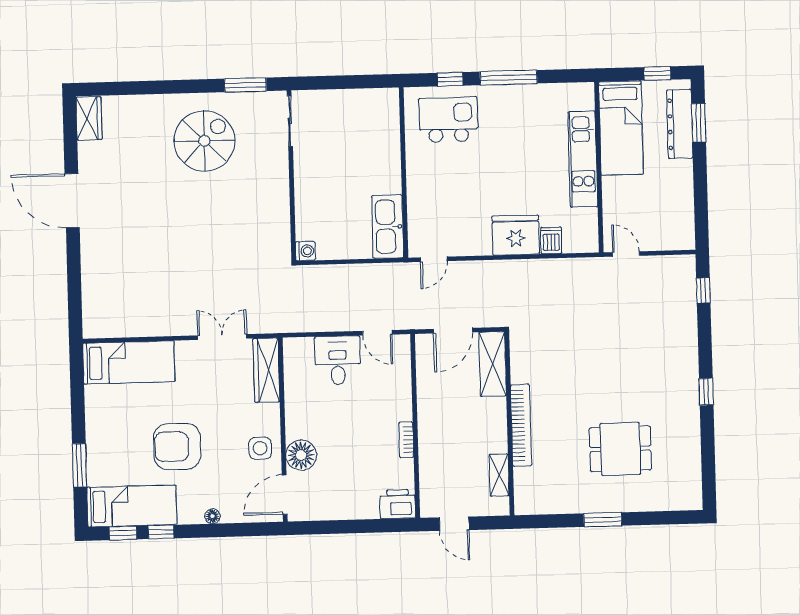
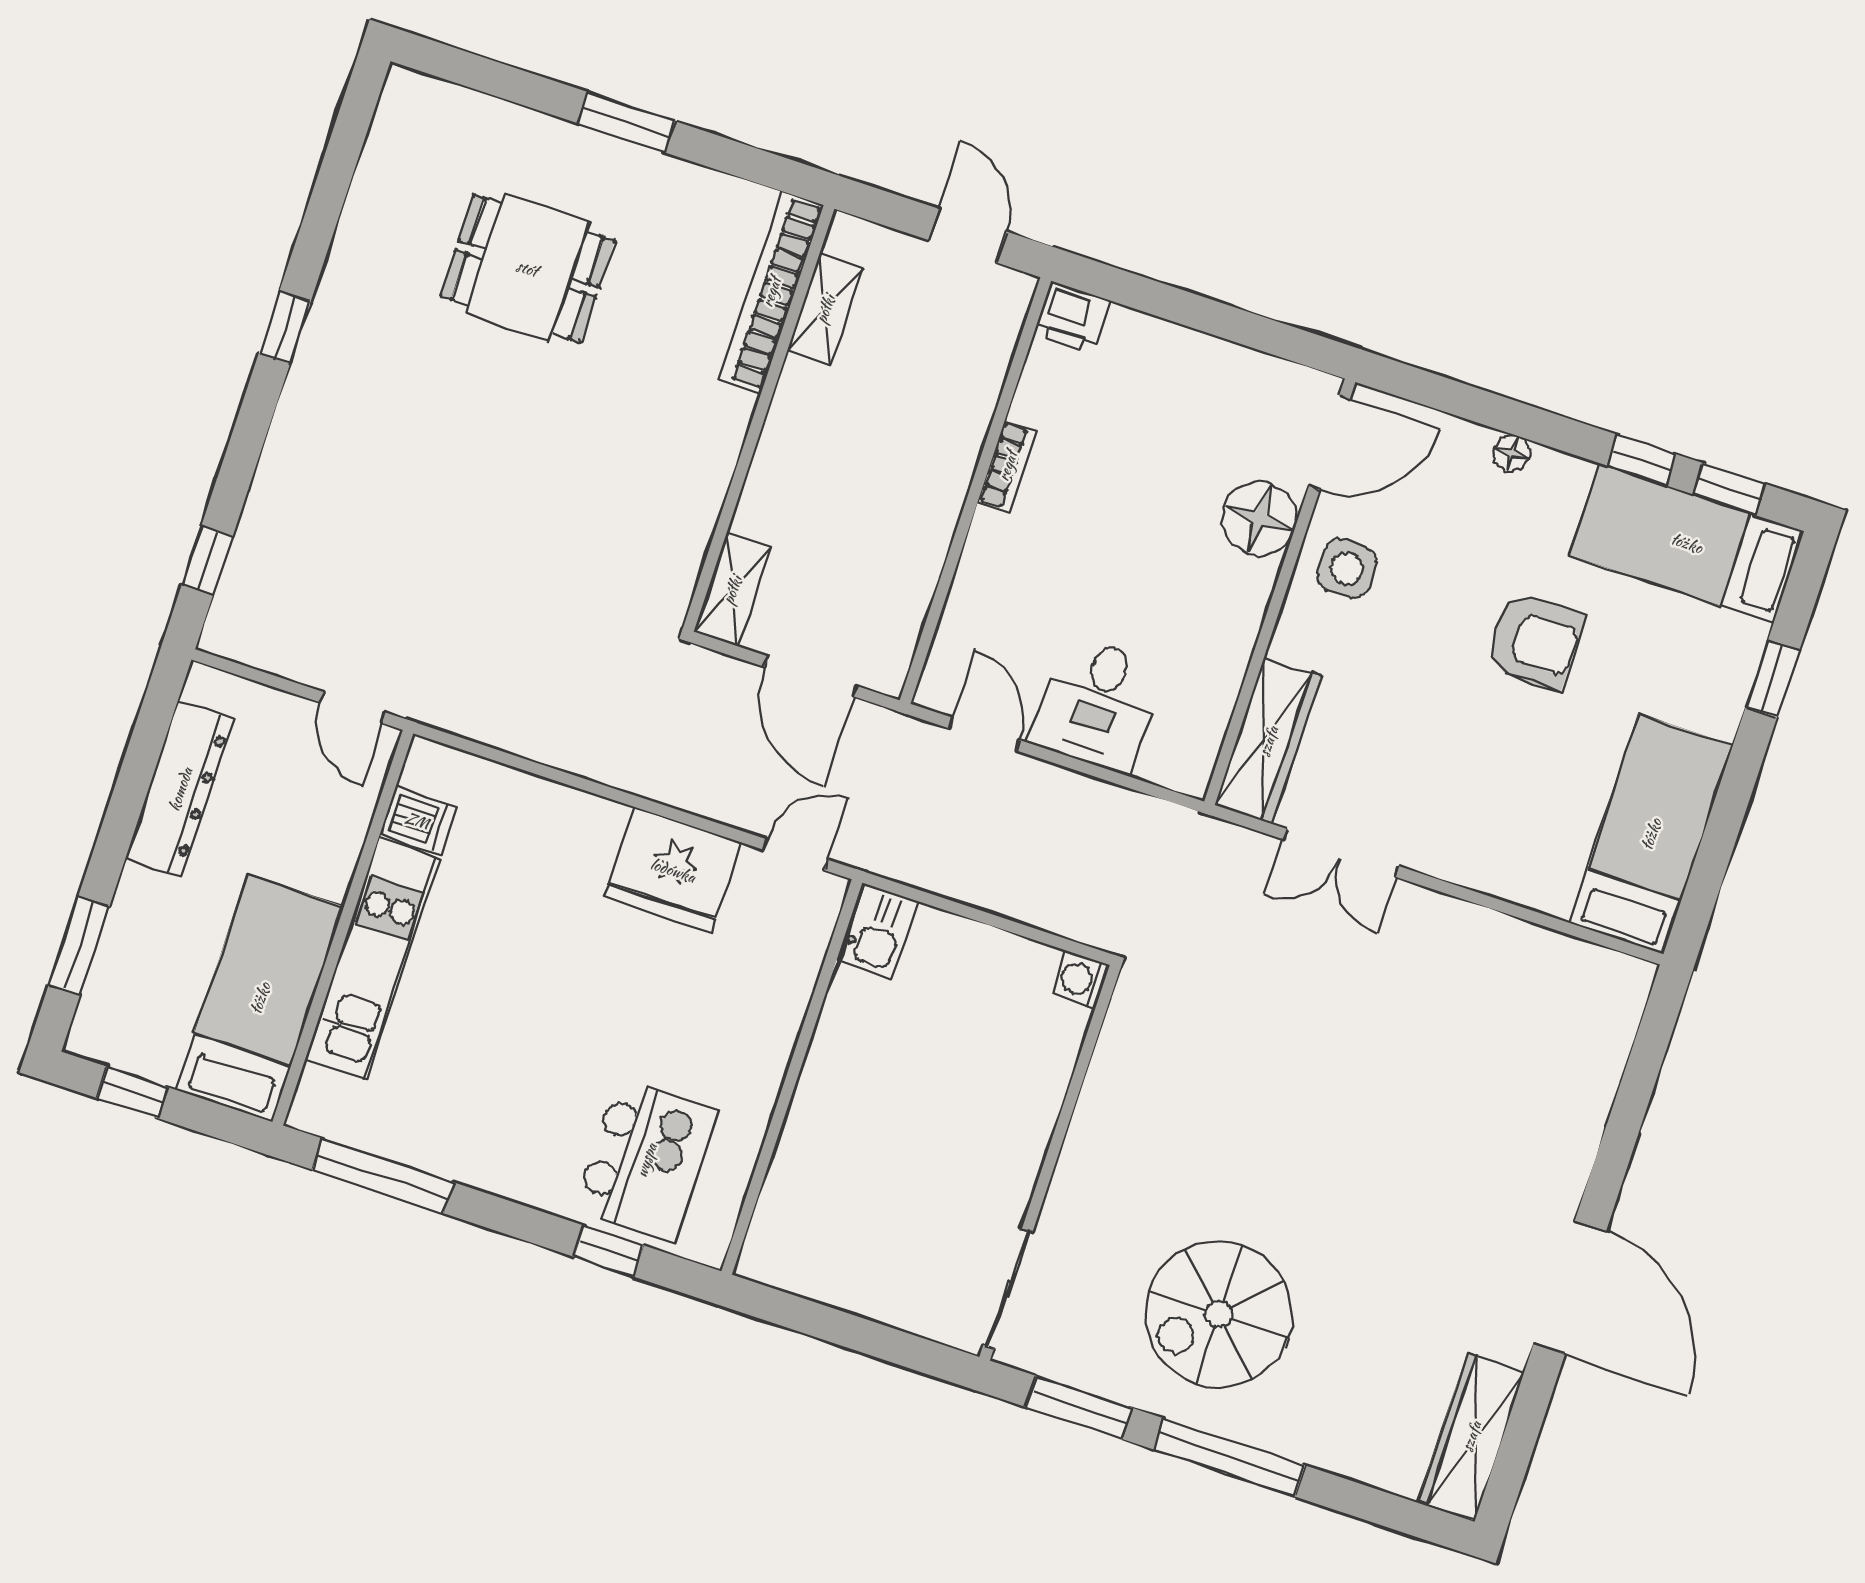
window: (508, 78) -> (383, 1176), moved
window: (180, 87) -> (1229, 1457), added
wardrobe: (89, 118) -> (1471, 1436), width x1.50
kitchen island: (448, 120) -> (646, 1160), turned -90
dresser: (680, 124) -> (180, 789), moved
kitchen sink: (388, 227) -> (877, 931), width x0.53, depth x0.81
fridge: (516, 235) -> (673, 870), moved
dishwasher: (551, 240) -> (418, 820), moved, turned -90
door: (453, 331) -> (811, 676), swing flipped
bed: (129, 362) -> (1651, 834), moved, turned 90
shelving: (493, 364) -> (732, 590), width x0.67, depth x0.75
bookcase: (521, 425) -> (771, 292), moved
armchair: (177, 447) -> (1534, 641), width x0.73, depth x0.73
window: (79, 465) -> (1772, 679), width x0.67
printer: (398, 504) -> (1071, 317), width x0.73, depth x0.81

